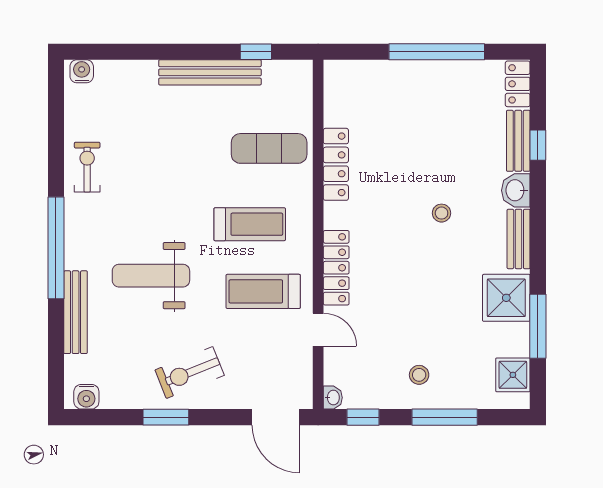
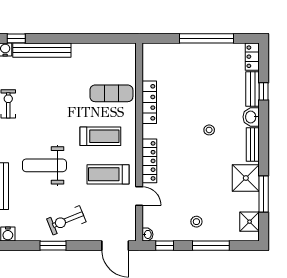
window: (256, 52) -> (16, 38), moved
bench: (210, 72) -> (42, 50), moved

